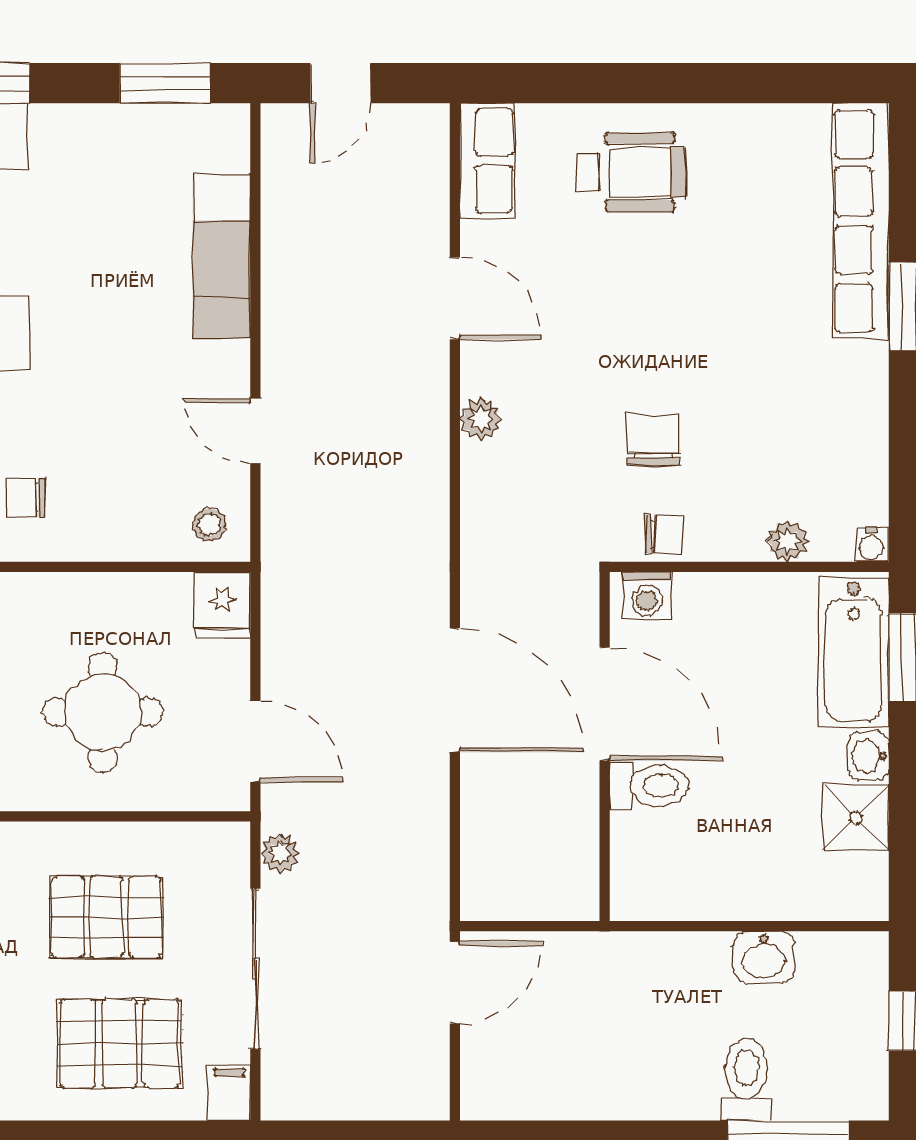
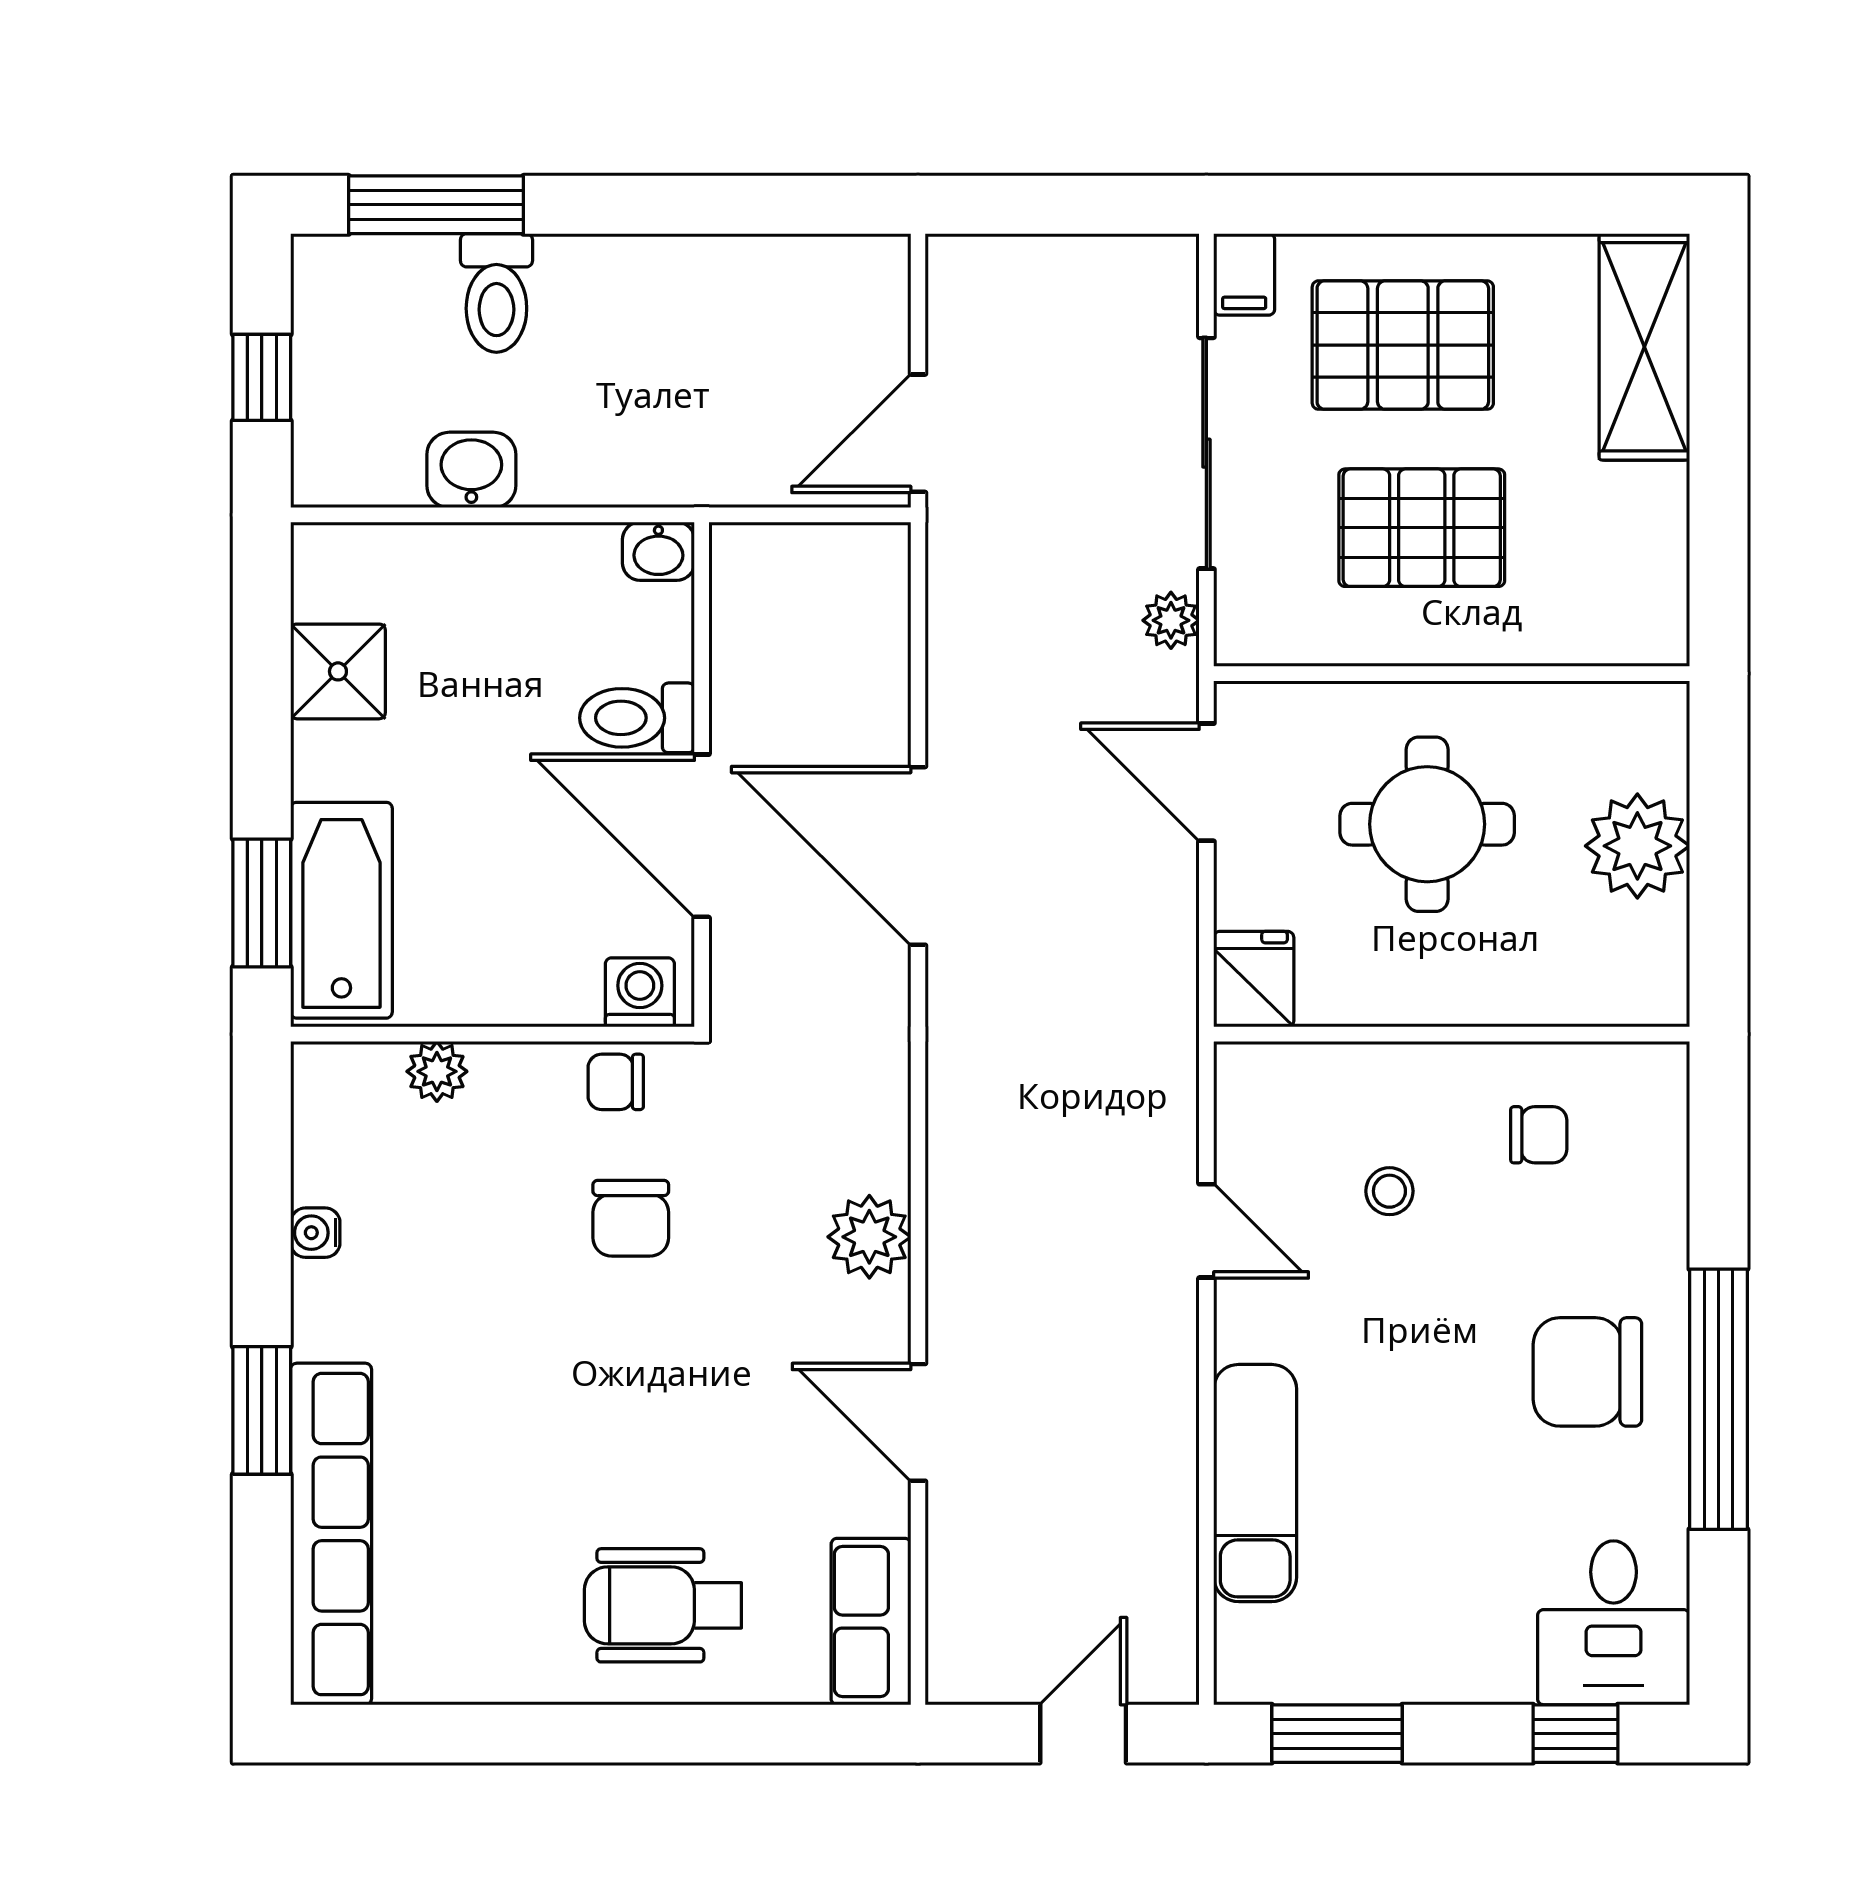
plant: (481, 419) -> (869, 1237), width x1.38, depth x1.38
stool: (209, 525) -> (1389, 1191), moved
water cooler: (871, 545) -> (315, 1233), moved, turned -90
washbasin: (869, 756) -> (658, 551), moved, turned 90

